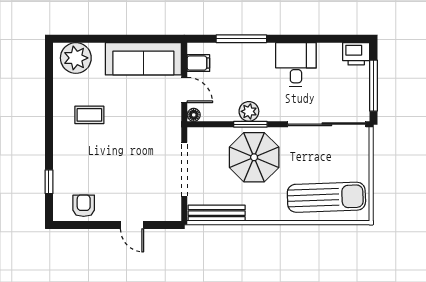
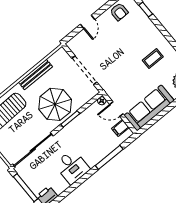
plant: (249, 111) -> (76, 125), removed
bench: (217, 213) -> (35, 75), moved
door: (132, 225) -> (87, 22), swing flipped

